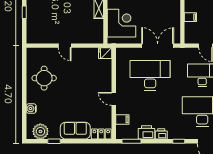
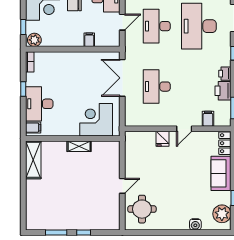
fridge: (105, 53) -> (162, 139), moved
desk: (150, 75) -> (157, 87), width x0.73, depth x0.77
round table: (44, 78) -> (142, 209), moved

